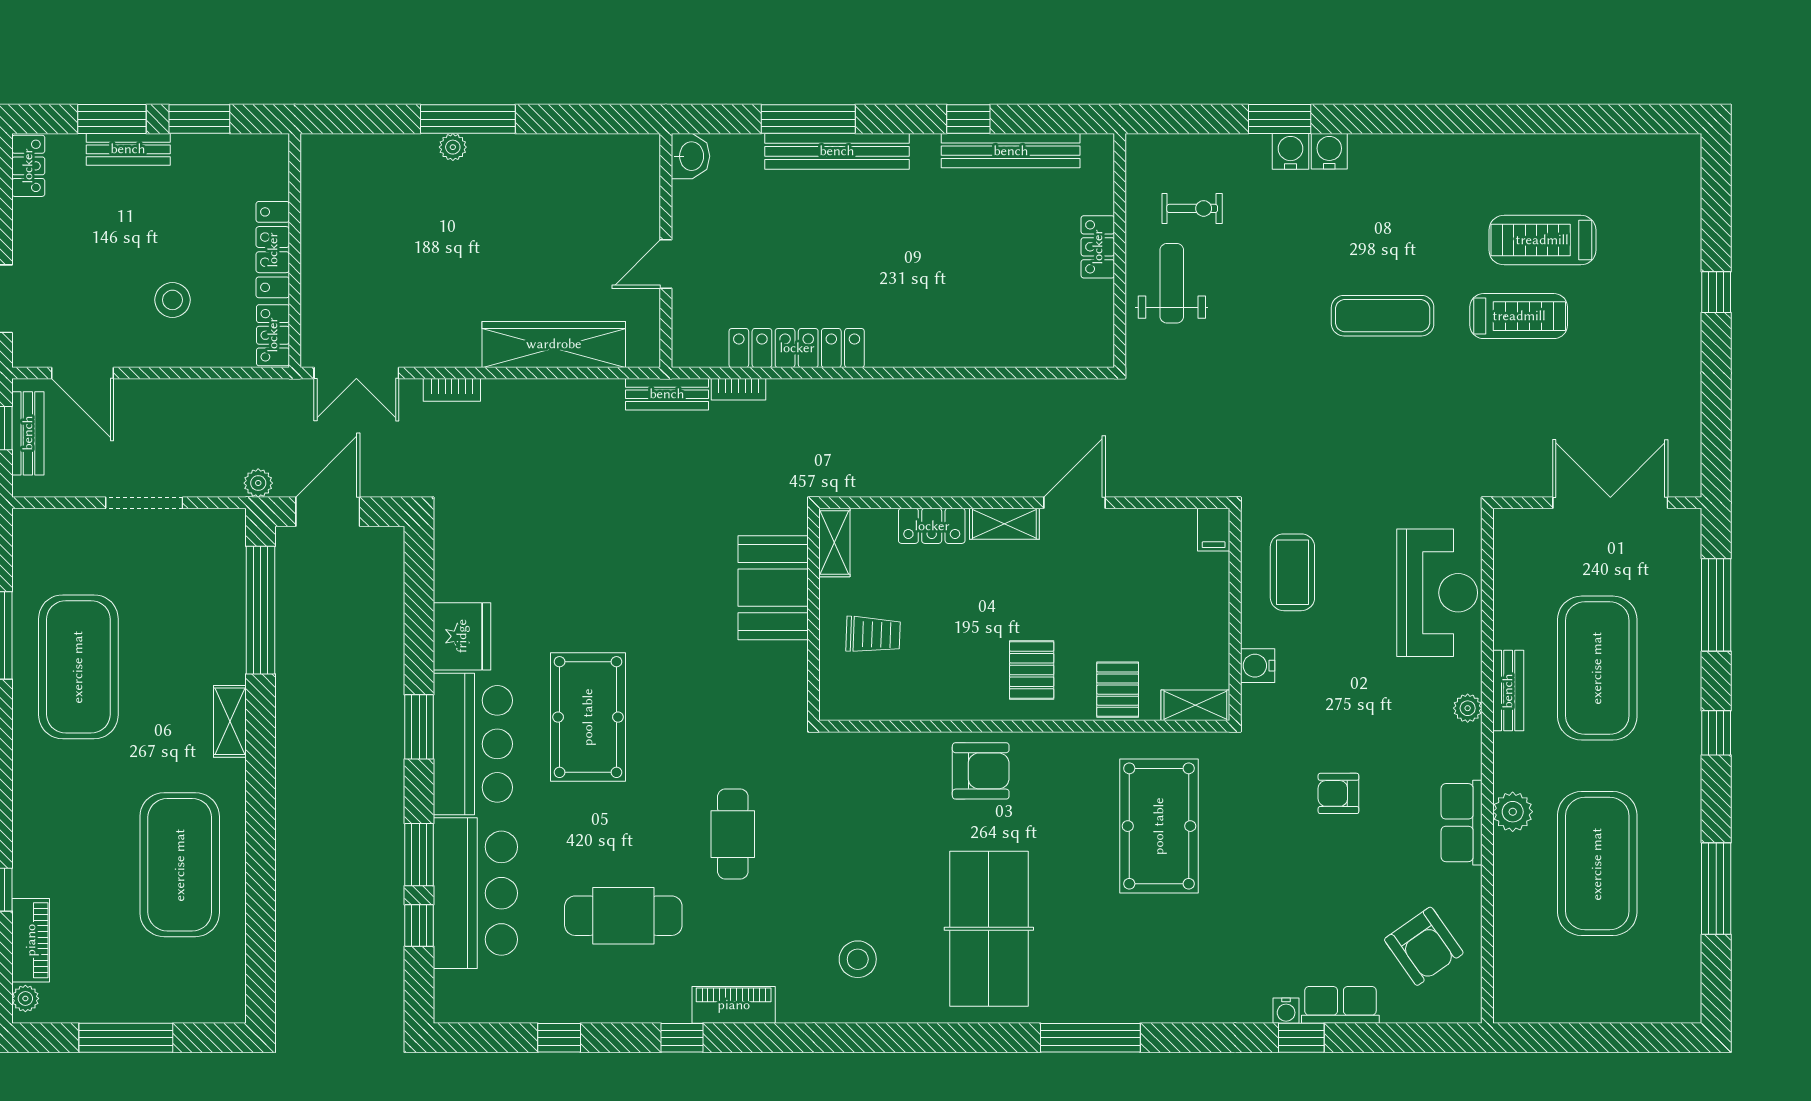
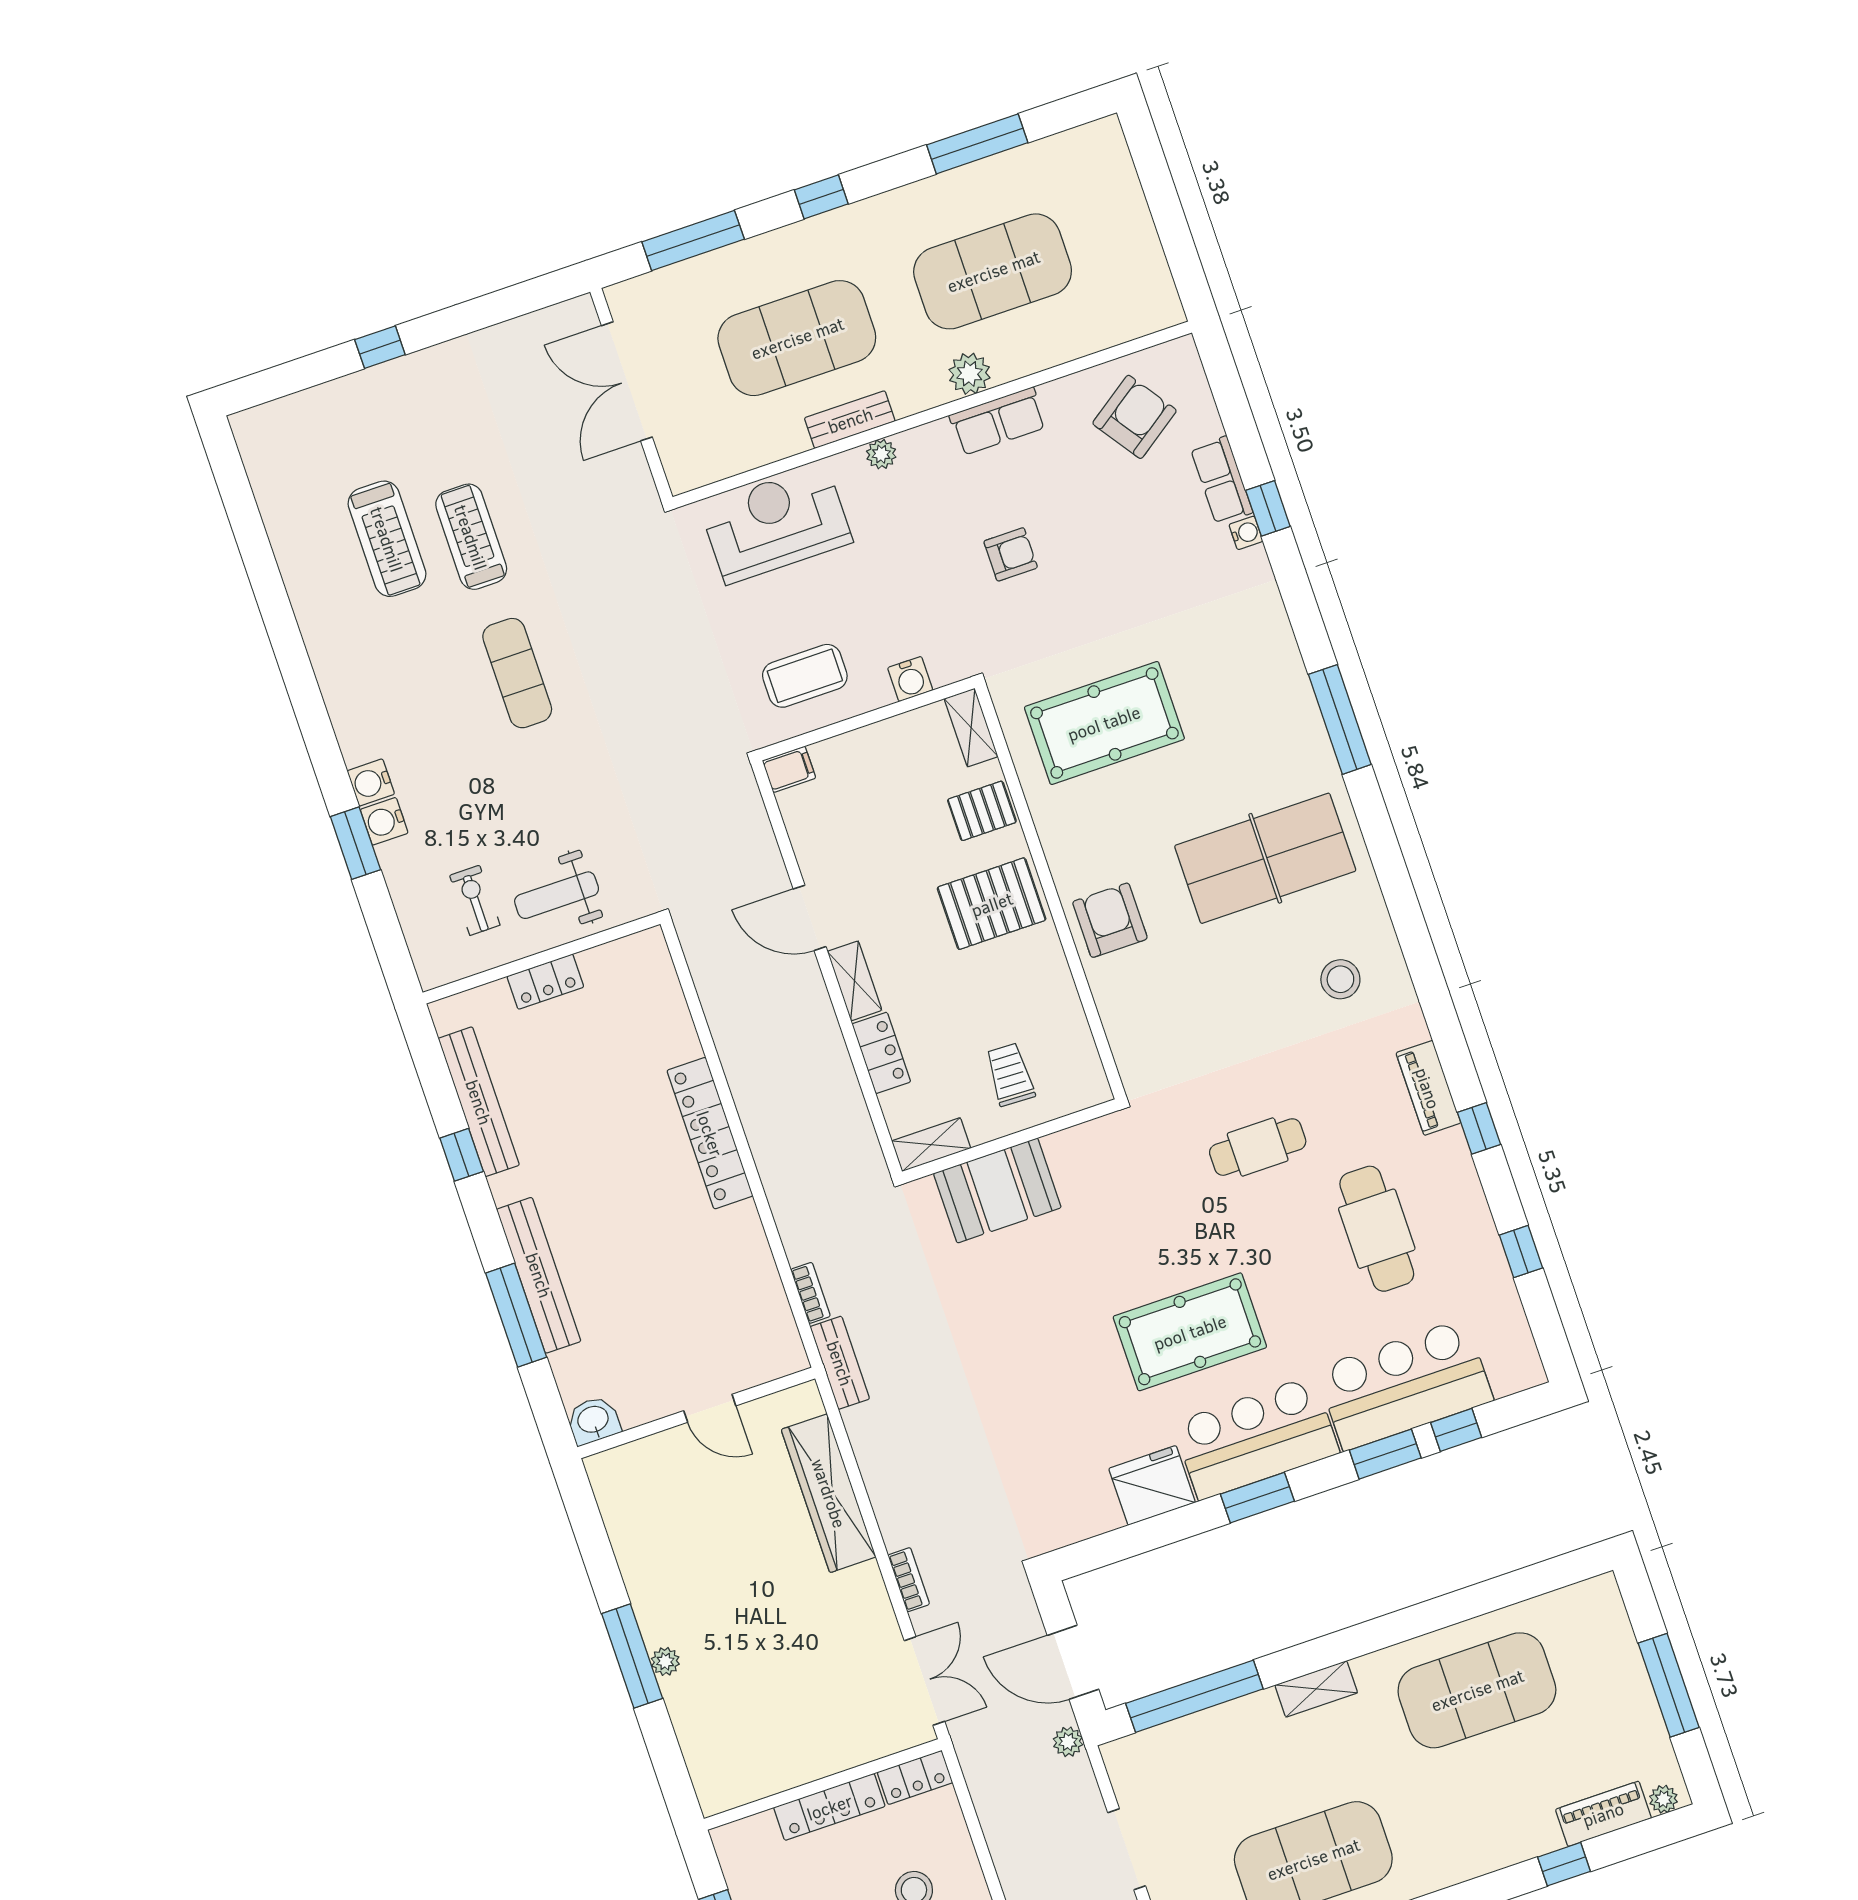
locker: (797, 348) -> (710, 1133), moved
pallet: (1032, 670) -> (992, 904), width x1.50, depth x1.42
armchair: (1338, 793) -> (1011, 554), turned -90

